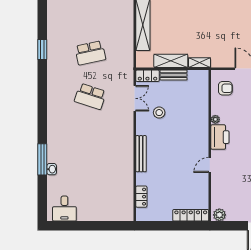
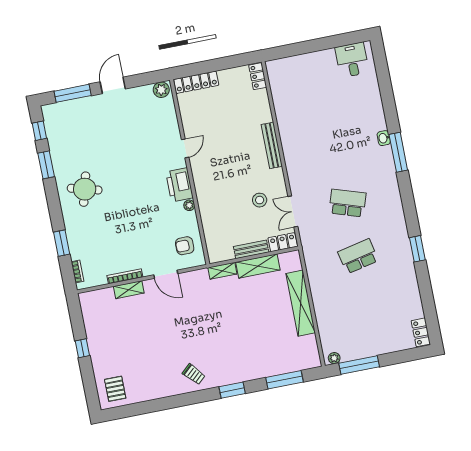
window: (42, 159) -> (398, 152), moved
washbasin: (52, 169) -> (384, 138), moved
locker: (141, 197) -> (258, 76), moved

